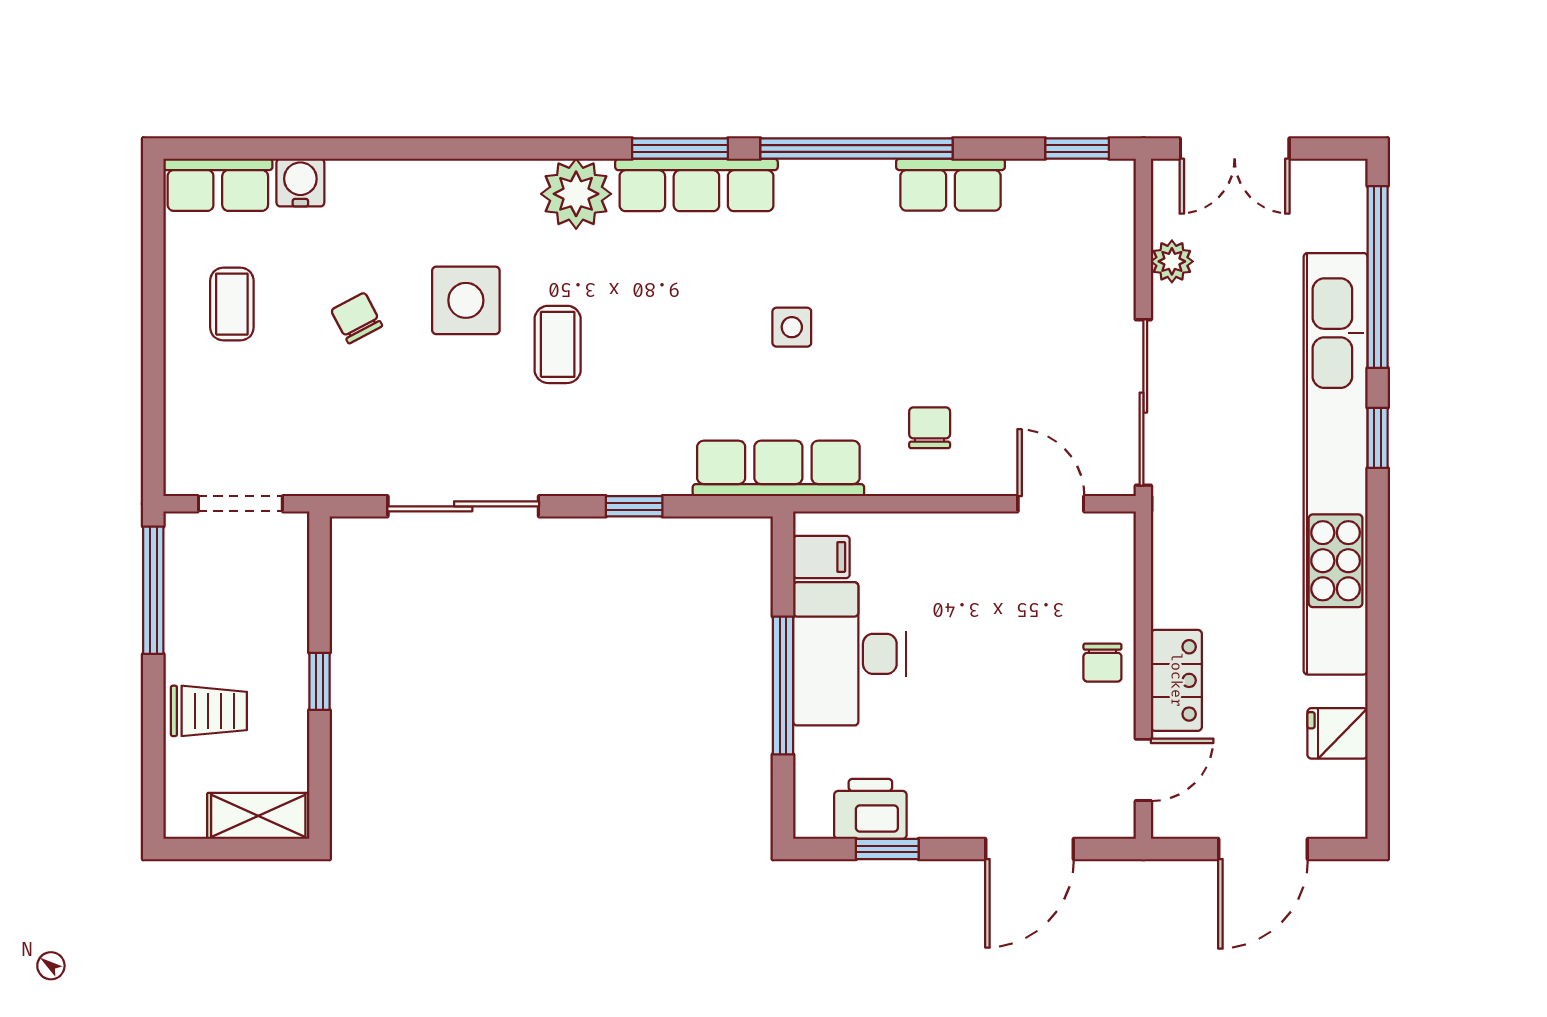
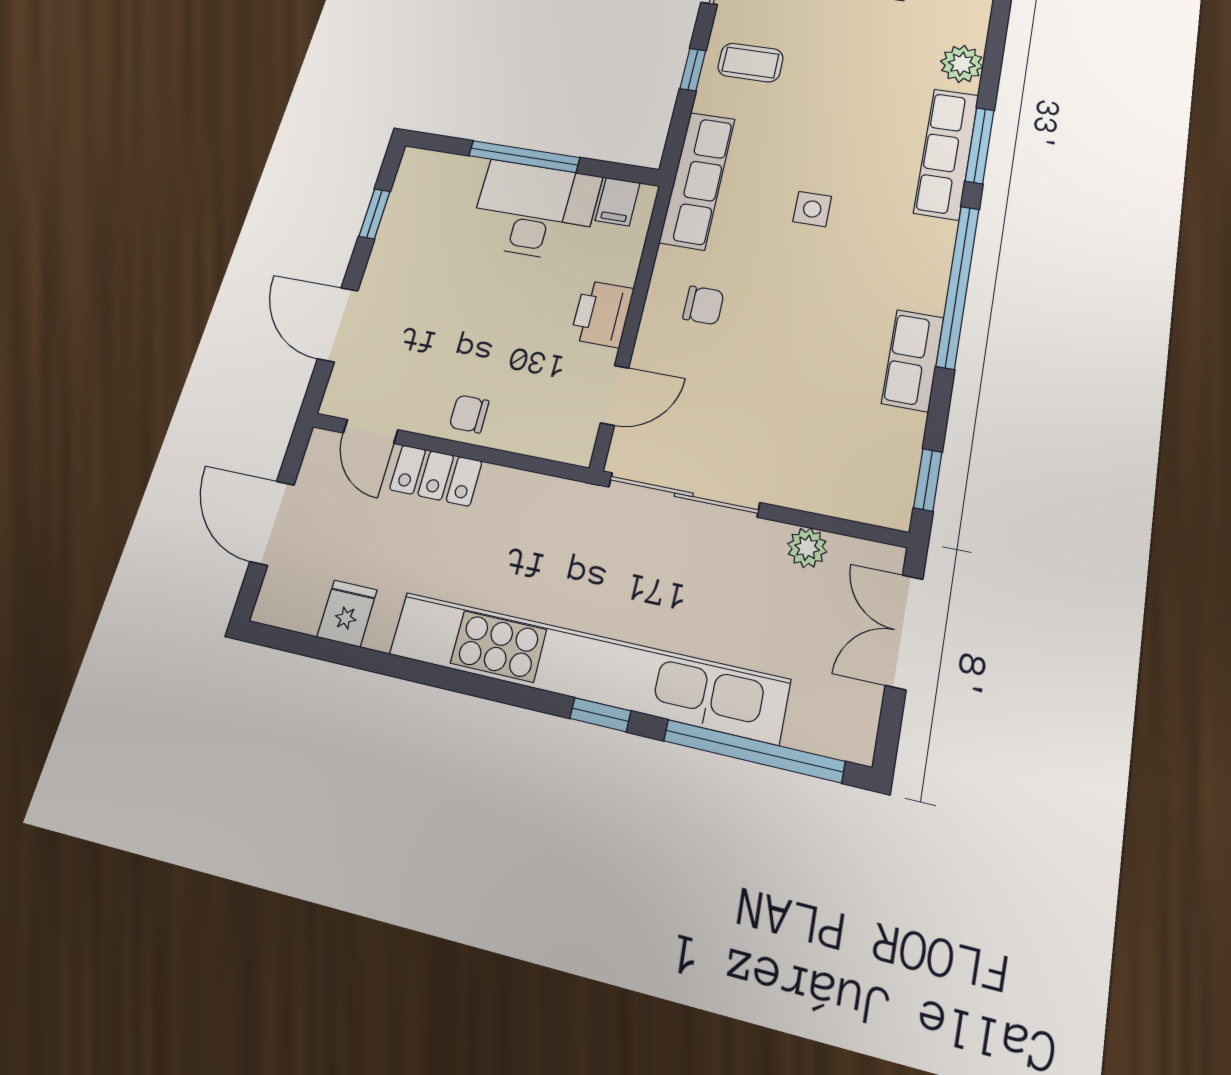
plant: (576, 194) -> (962, 64), width x0.73, depth x0.73
coffee table: (558, 344) -> (750, 63), moved
printer: (870, 809) -> (602, 314), moved, turned 180

